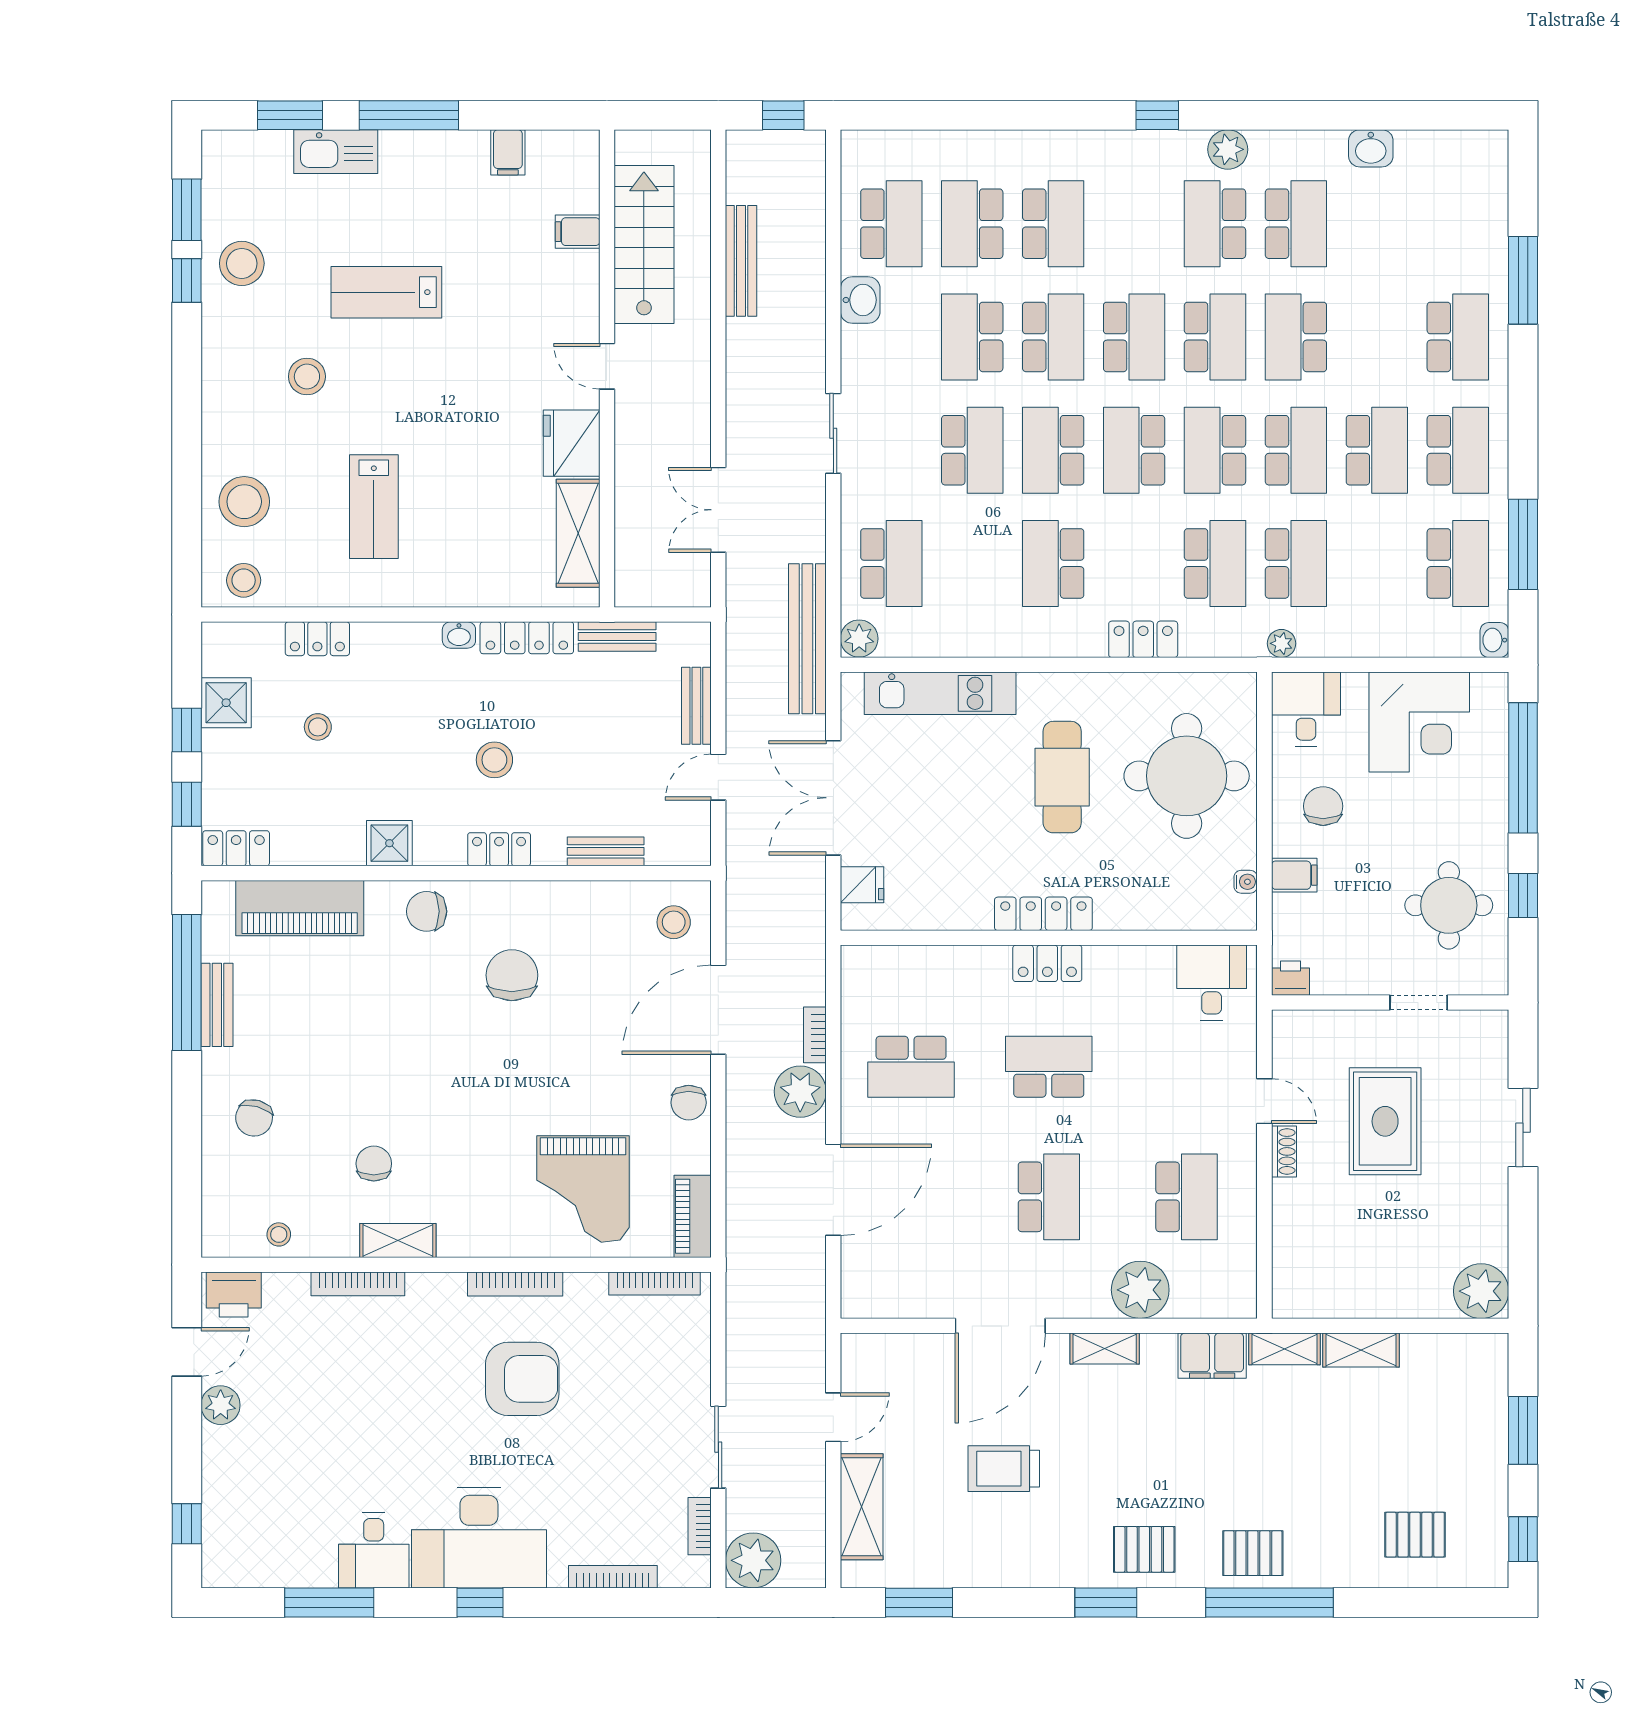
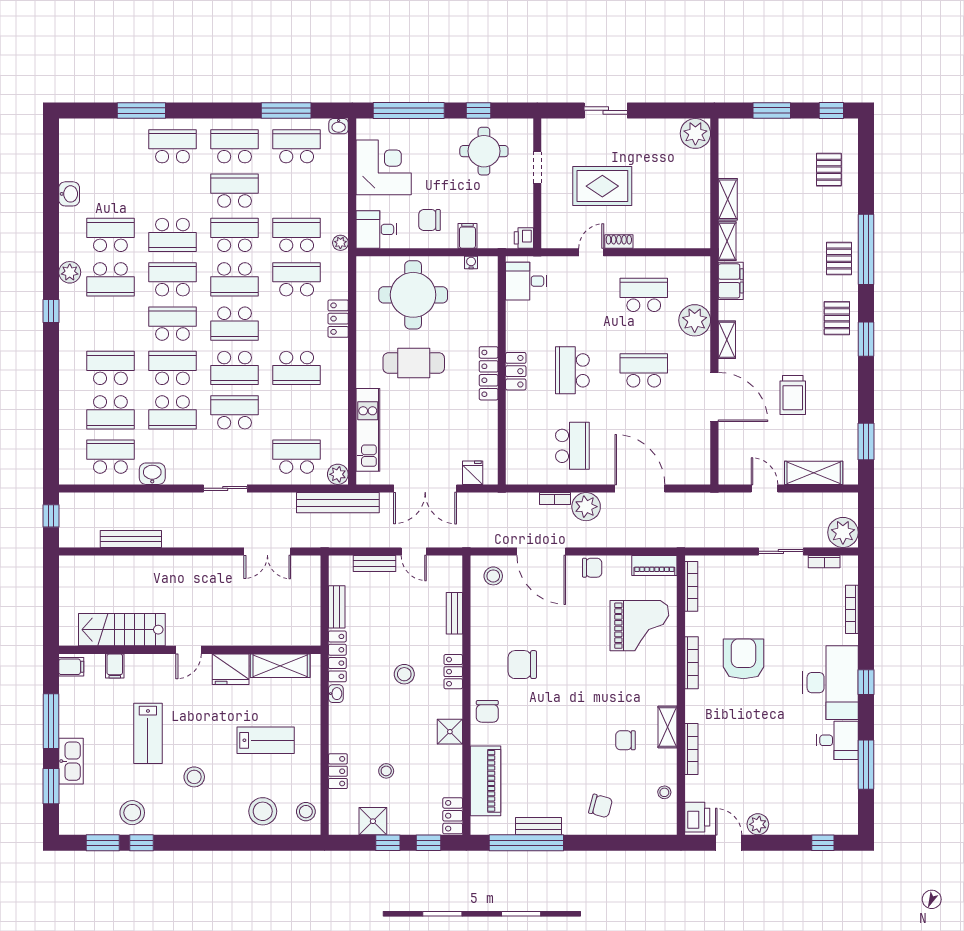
filing cabinet: (578, 232) -> (115, 666), moved
stairs: (644, 245) -> (122, 630), moved
door: (607, 366) -> (189, 650), moved
wall: (607, 368) -> (190, 650), moved
fridge: (572, 443) -> (231, 669), moved
shelving: (578, 533) -> (280, 666), moved

